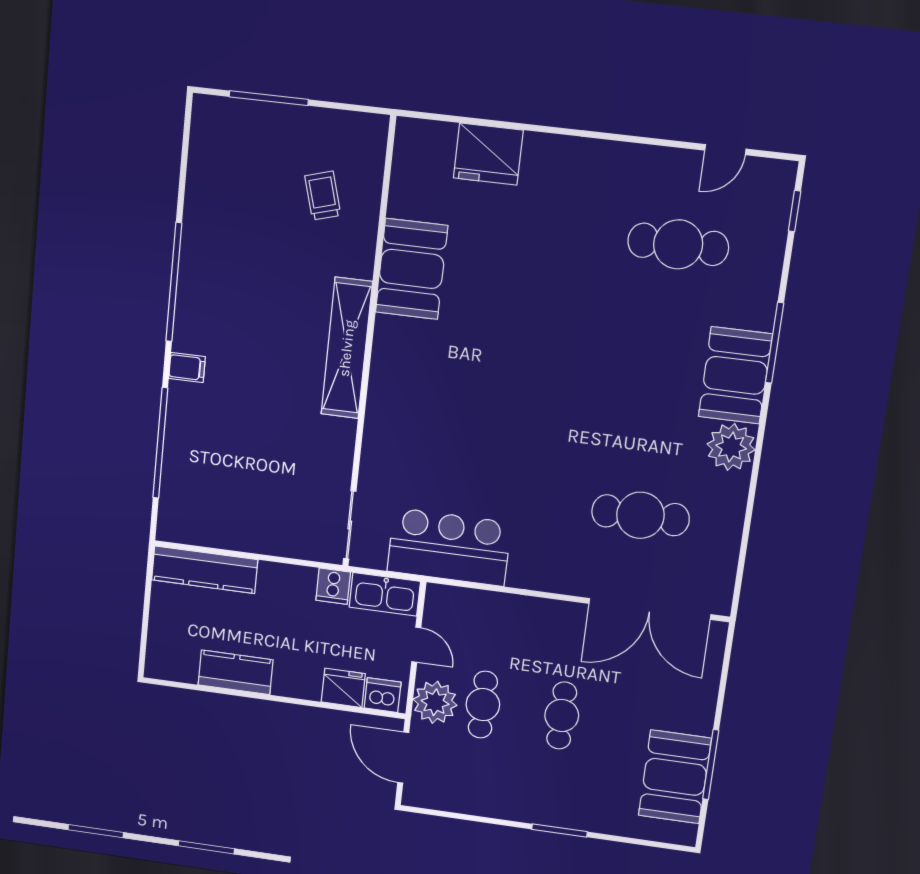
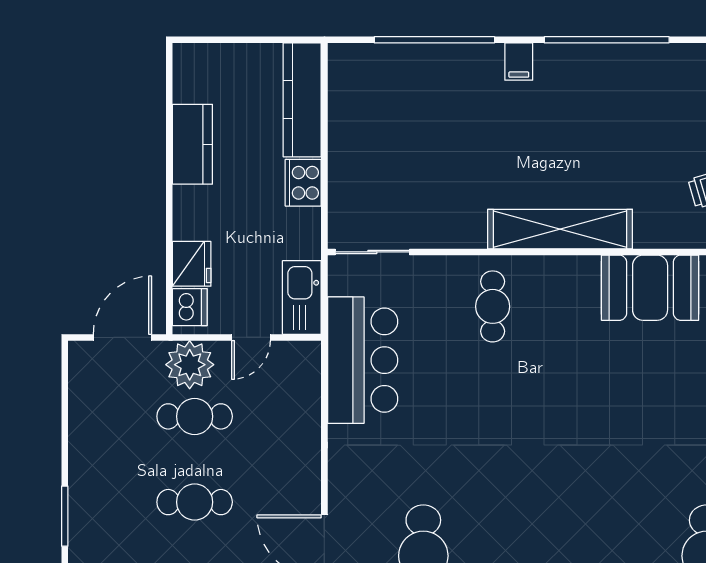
cafe table: (413, 421) -> (493, 306), added
cooker: (333, 586) -> (303, 183), moved, width x1.36

